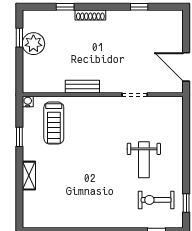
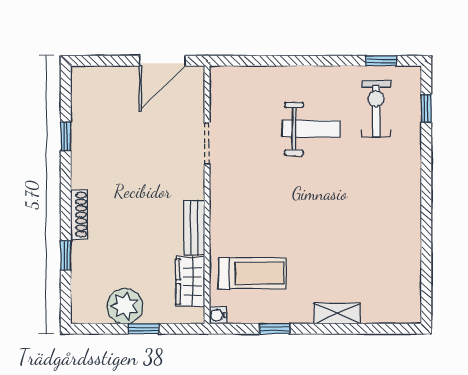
window: (19, 38) -> (144, 329), moved
wardrobe: (49, 84) -> (190, 282), added
exercise bike: (156, 200) -> (376, 109), turned 180

